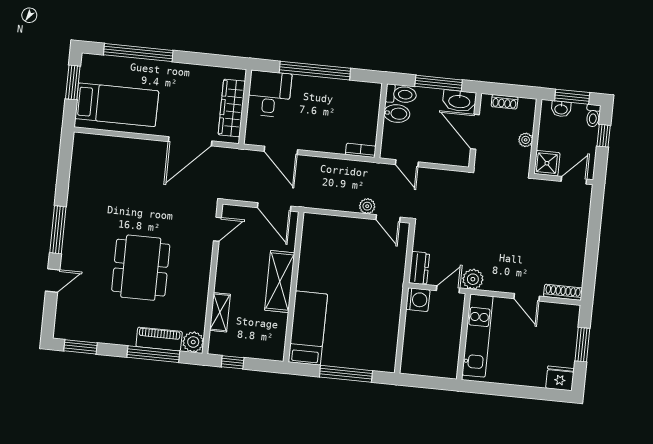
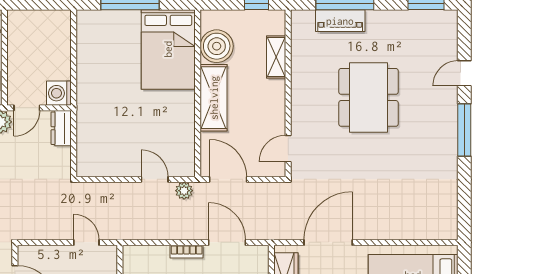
bookcase: (361, 150) -> (187, 252), moved
plant: (367, 206) -> (184, 191), moved
door: (388, 218) -> (155, 179), moved
boiler: (272, 327) -> (217, 46), added
bed: (308, 328) -> (168, 49), width x1.50
plant: (193, 342) -> (302, 21), removed

